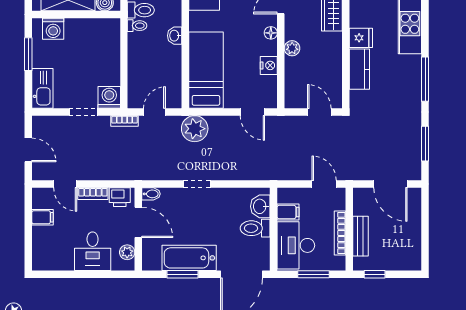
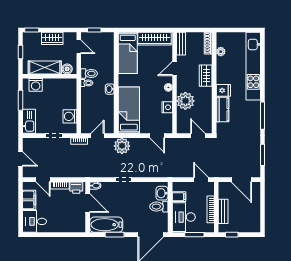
plant: (292, 48) -> (185, 101), width x1.87, depth x1.87
washing machine: (109, 97) -> (70, 116), moved, turned -90
filing cabinet: (43, 217) -> (29, 200), width x2.00
desk: (93, 251) -> (35, 221), moved, turned 90
plant: (127, 252) -> (81, 221), removed
bathtub: (189, 258) -> (106, 225), moved

